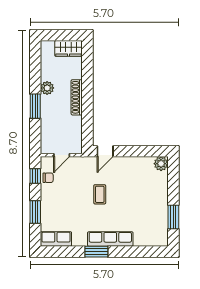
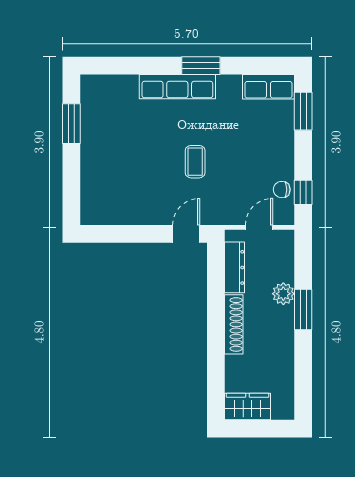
plant: (47, 88) -> (283, 294), moved
dresser: (76, 131) -> (235, 267), added
plant: (161, 164) -> (92, 213), removed
window: (35, 212) -> (303, 111), moved

